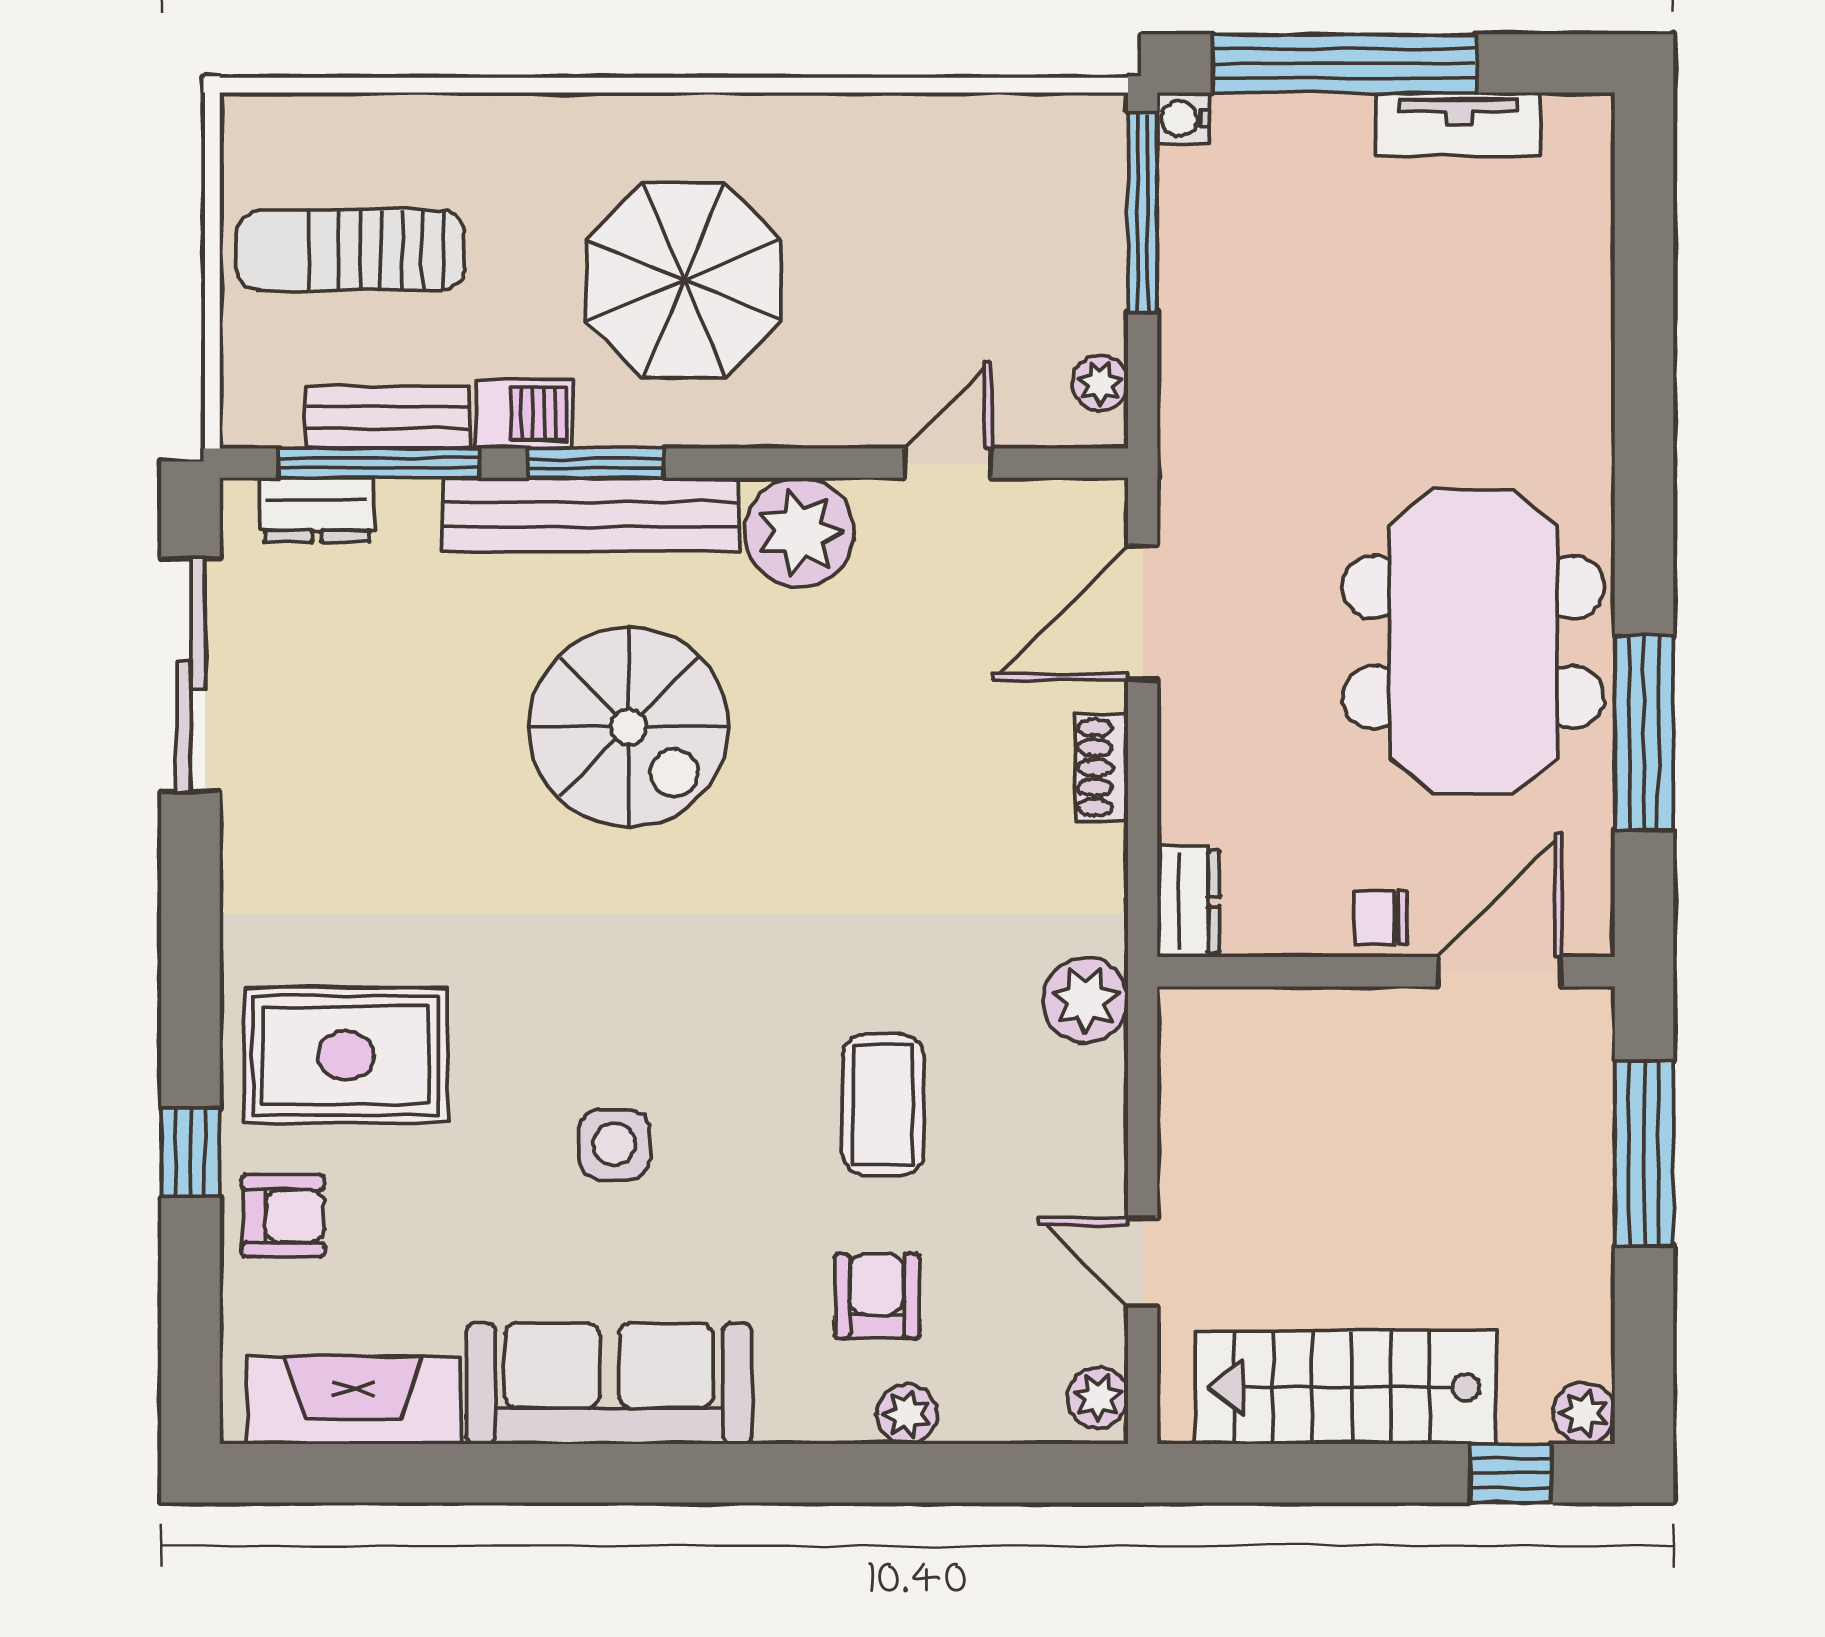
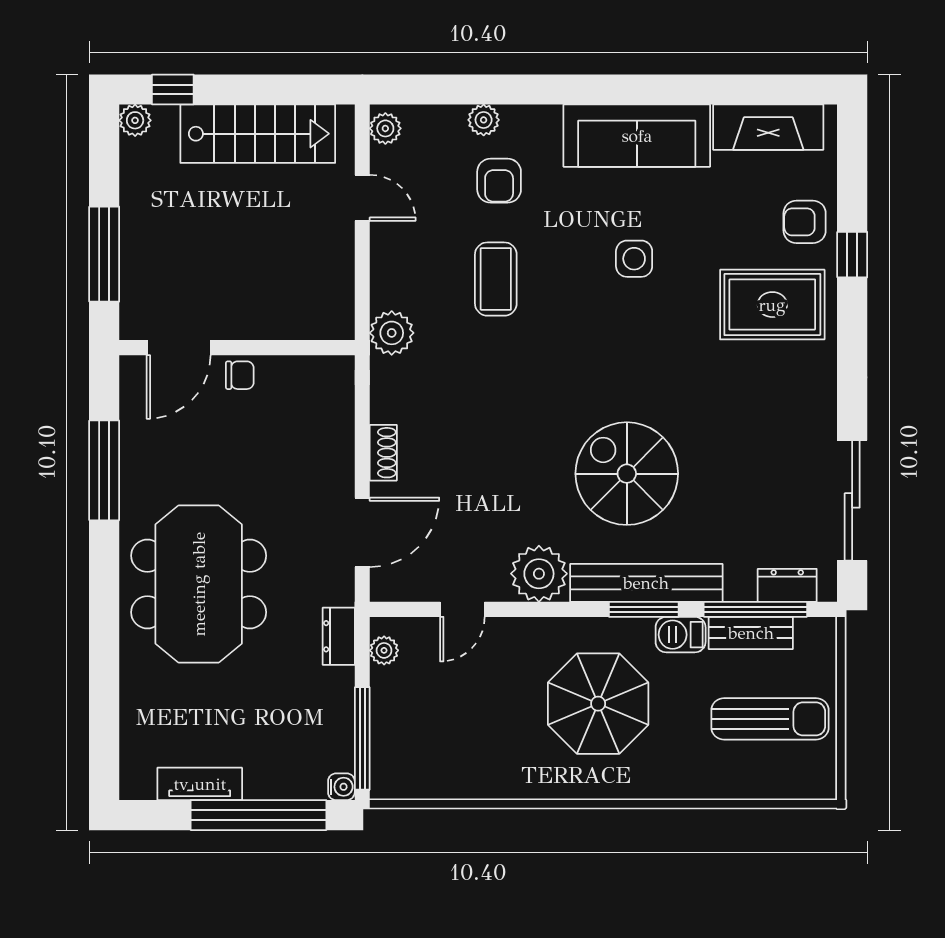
meeting table: (1473, 642) -> (199, 584), moved
dresser: (1188, 902) -> (339, 636), moved

